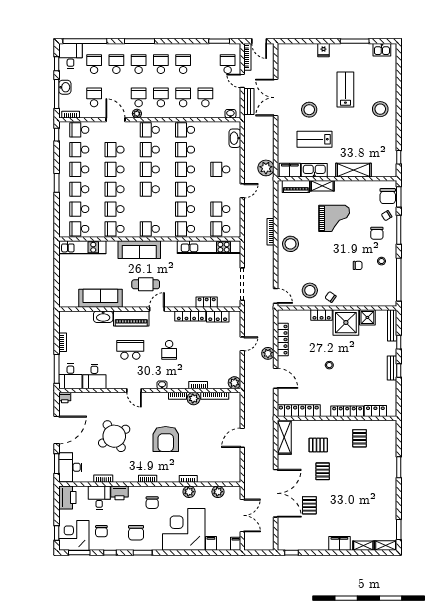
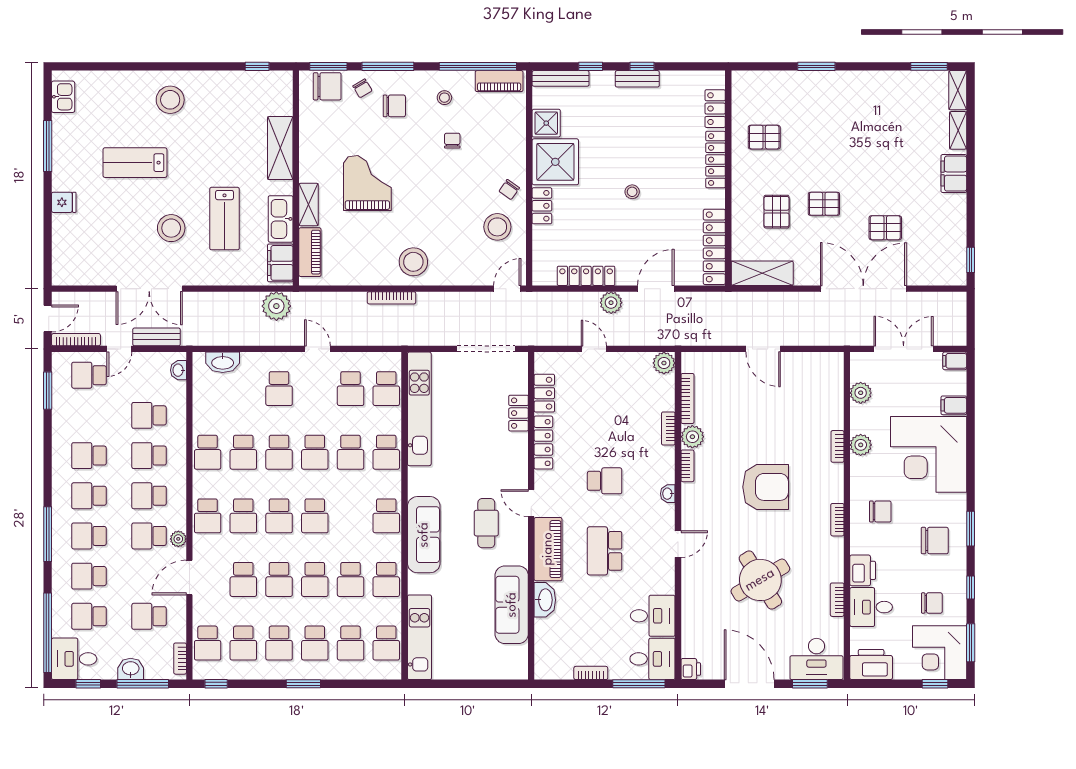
piano: (391, 291) -> (499, 81), added

